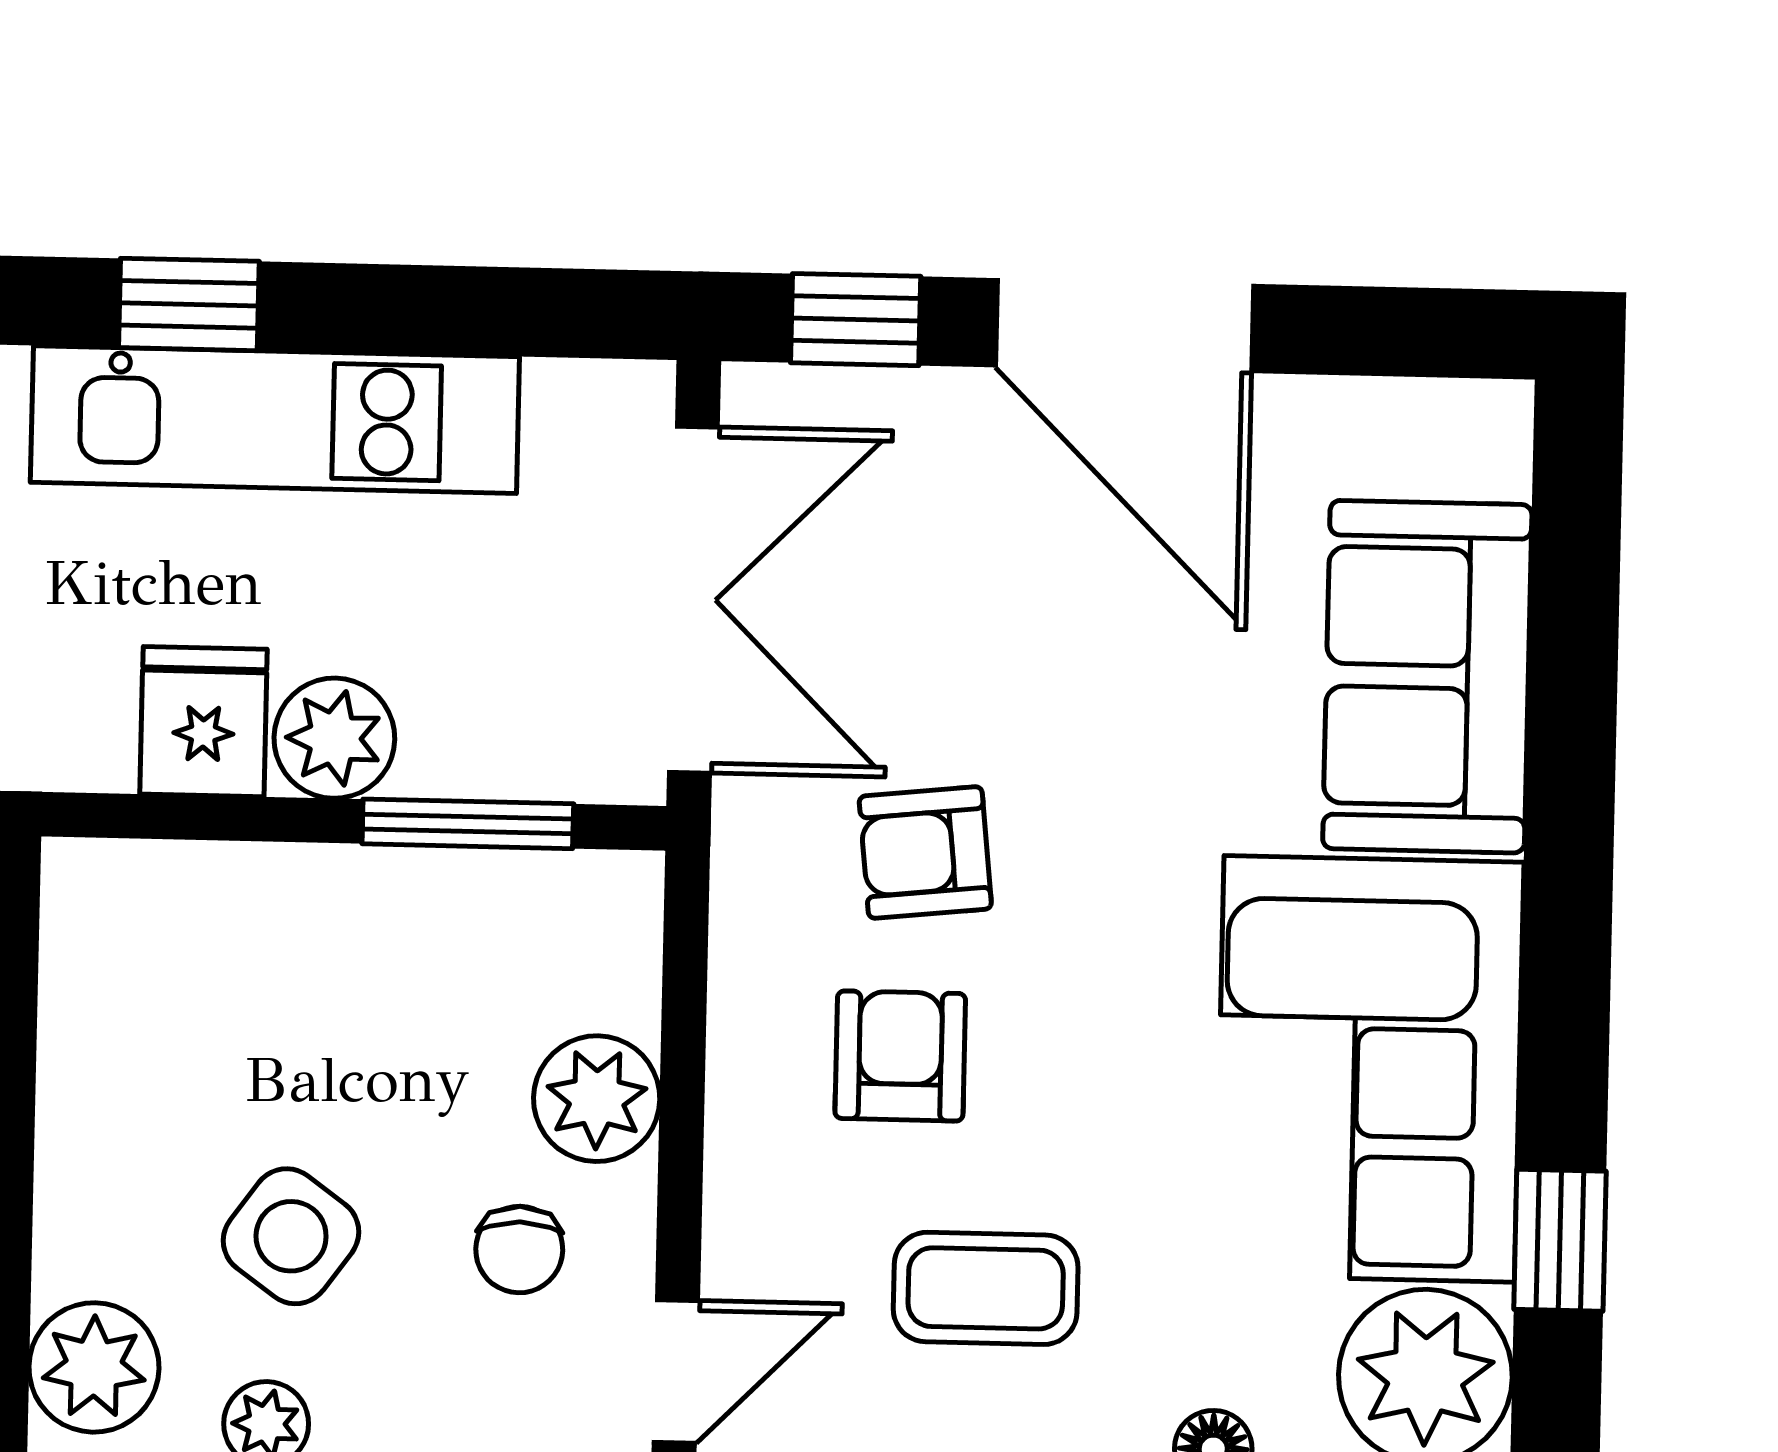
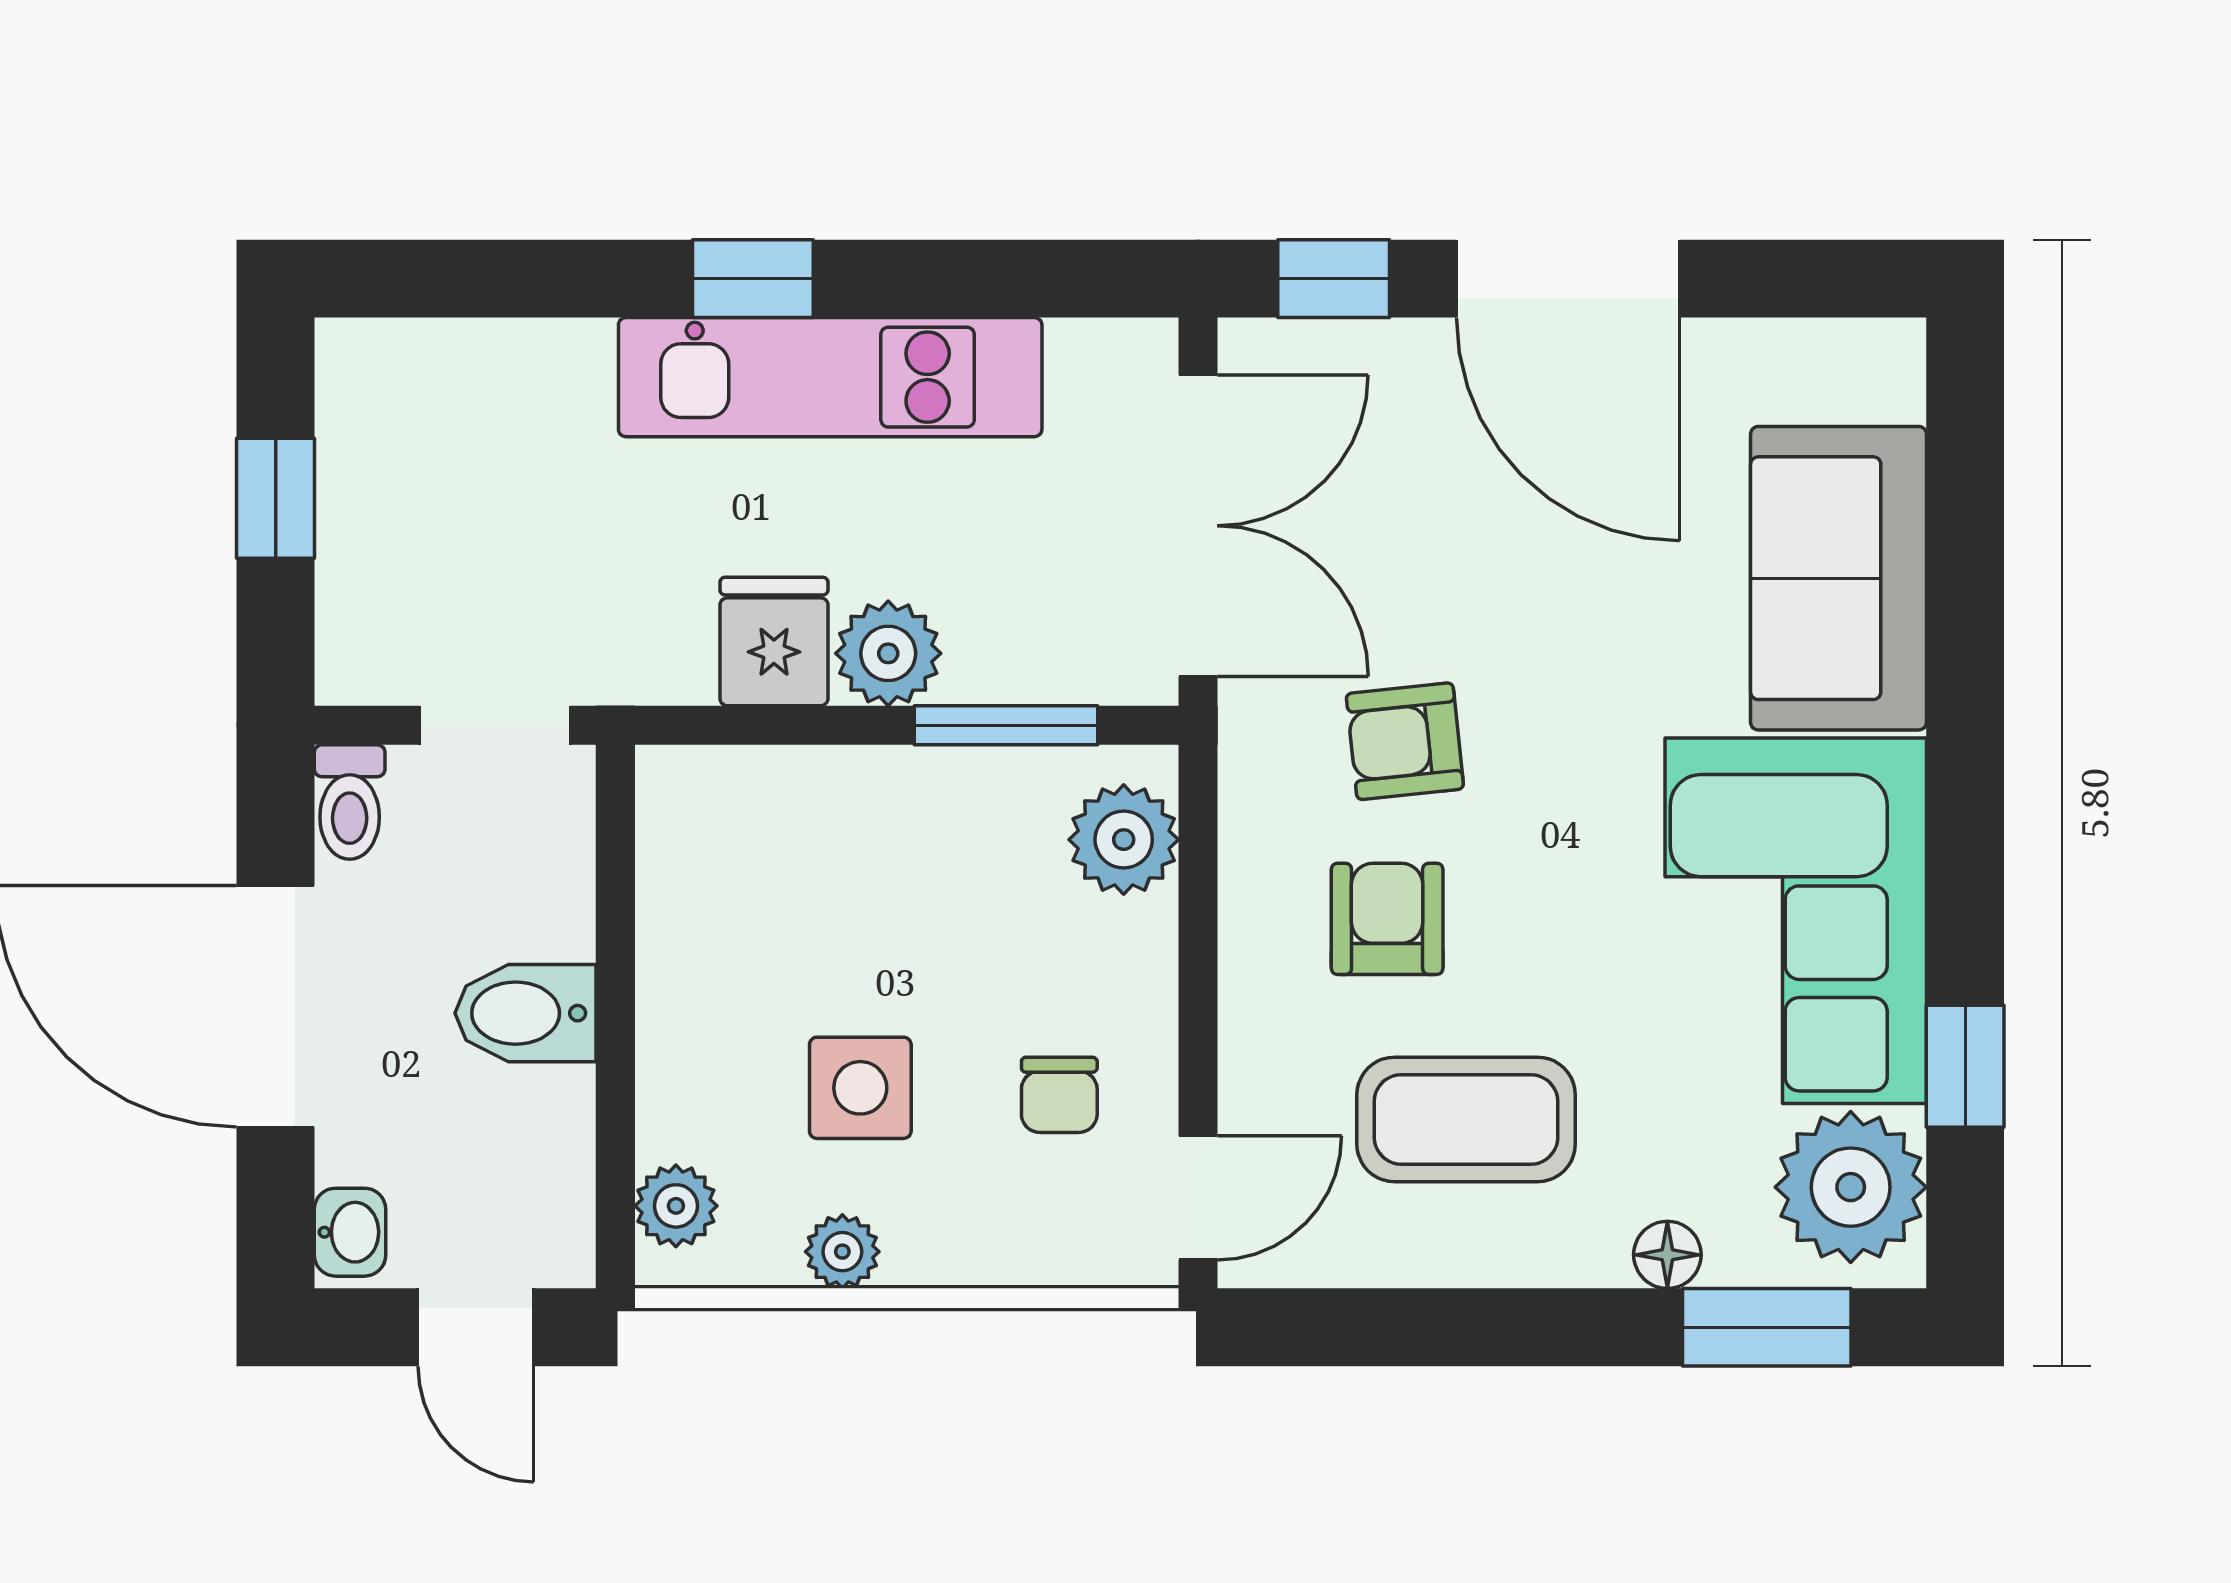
plant: (597, 1099) -> (1124, 840), moved
side table: (291, 1236) -> (860, 1088), turned -36
coffee table: (986, 1288) -> (1466, 1119), width x1.36, depth x1.30
plant: (94, 1367) -> (676, 1206), width x0.73, depth x0.73

